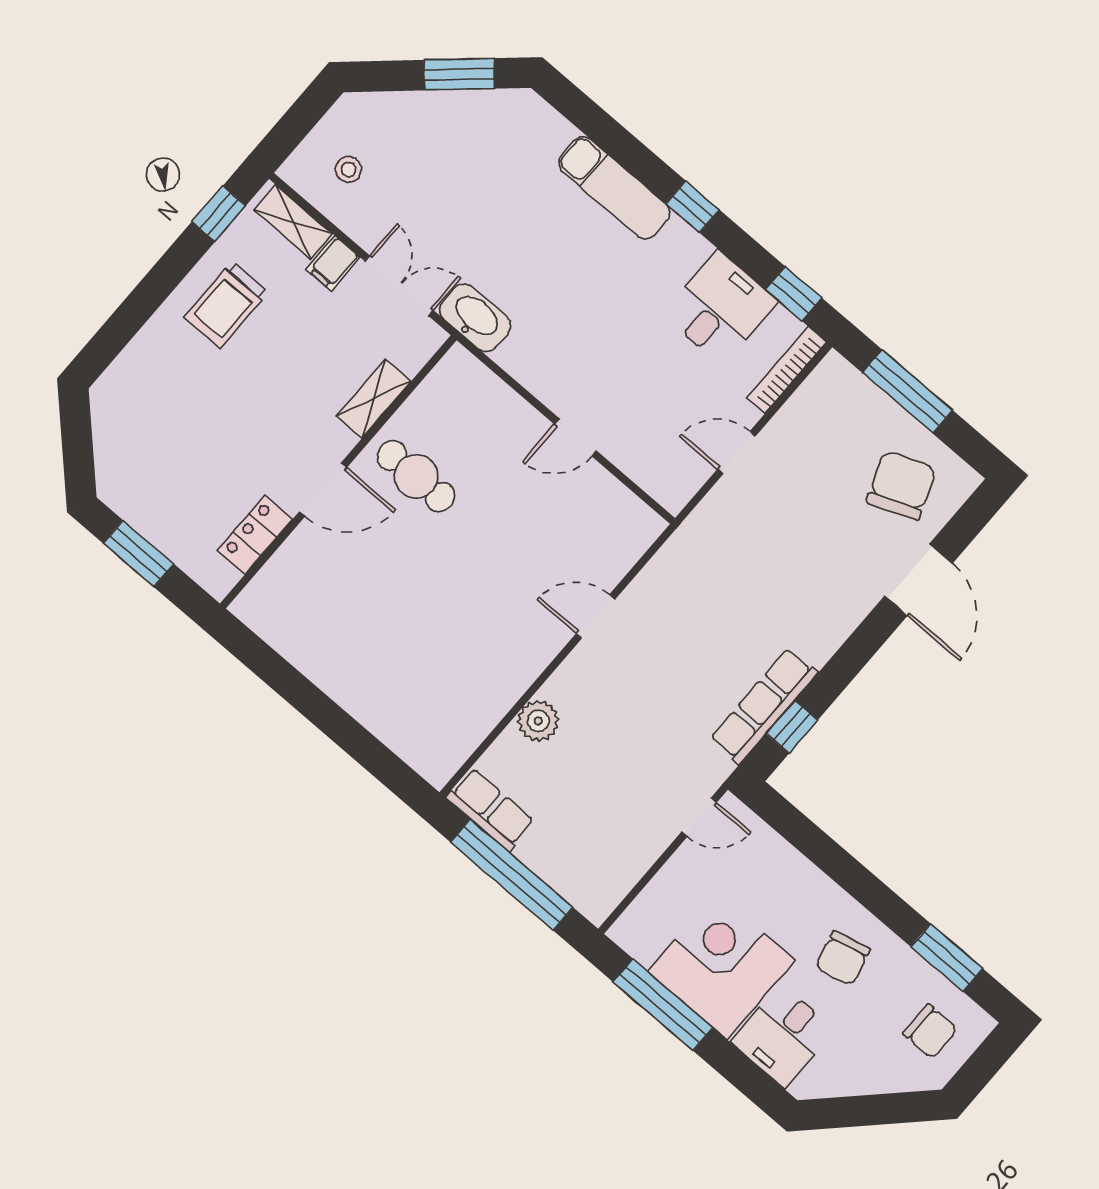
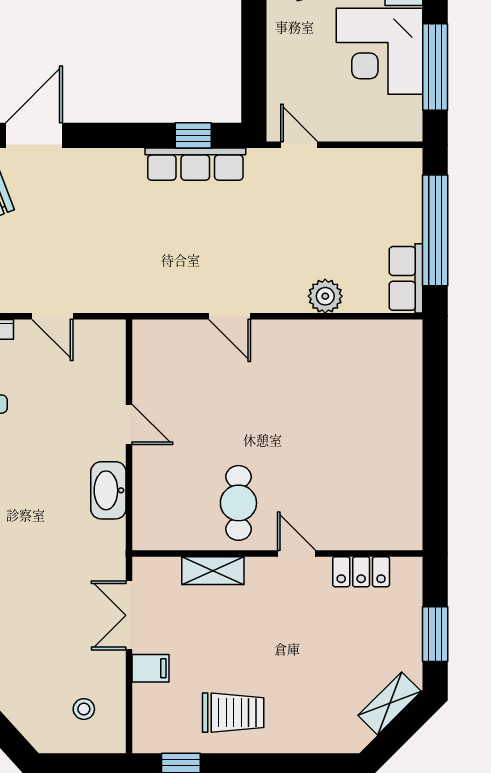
shelving: (293, 222) -> (390, 703), moved, turned 45
washbasin: (475, 318) -> (108, 490), moved
door: (323, 490) -> (296, 554), width x0.73

